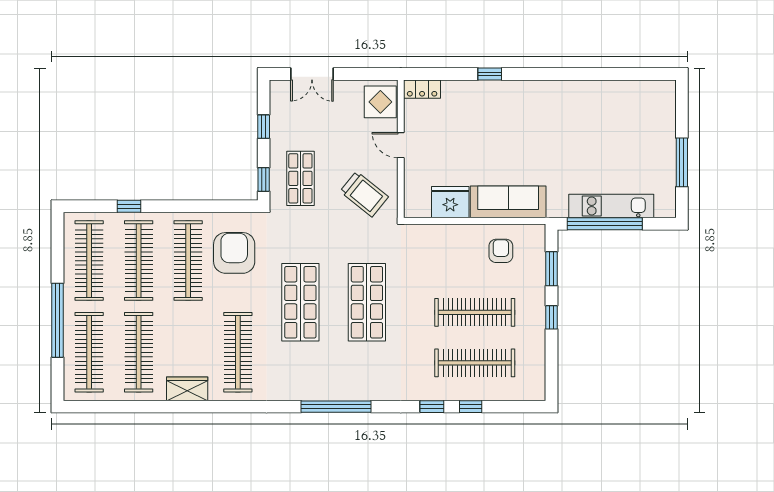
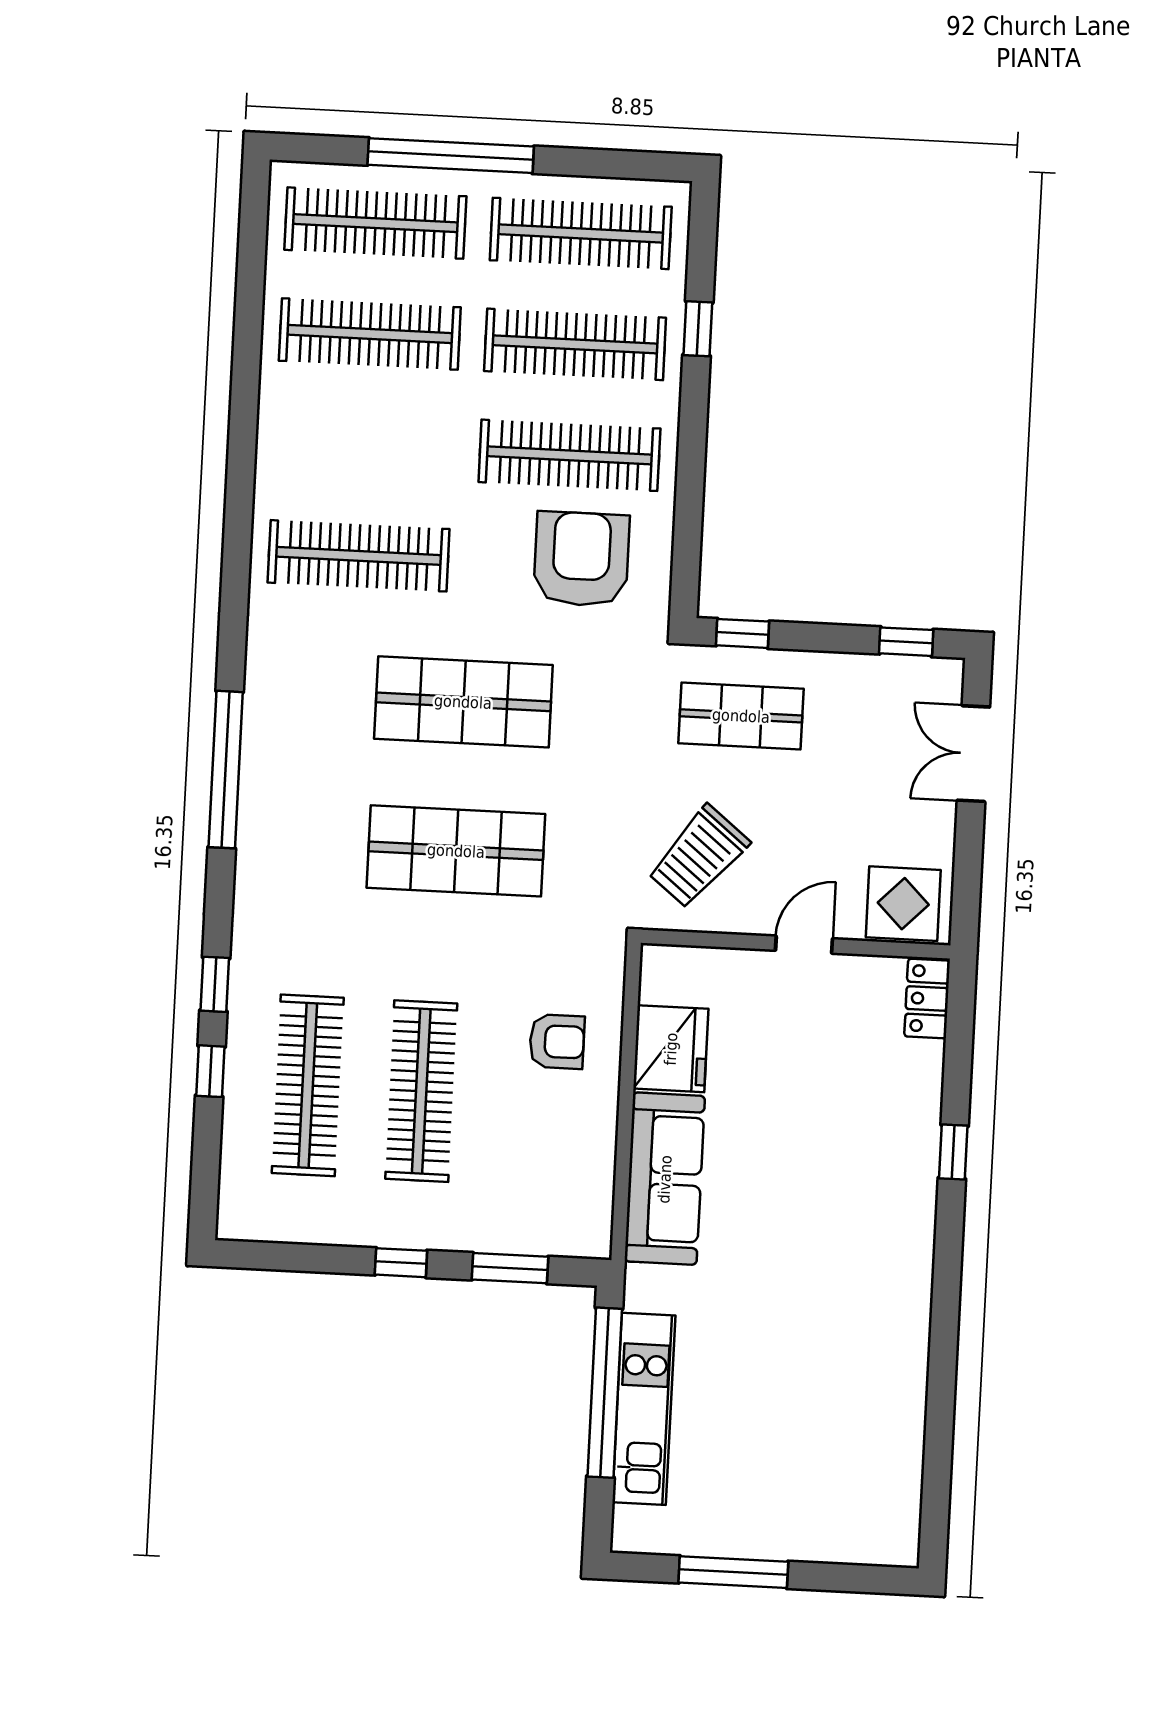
window: (264, 127) -> (906, 642), moved
armchair: (501, 251) -> (557, 1042), moved
armchair: (234, 253) -> (581, 559), turned -90
wardrobe: (187, 389) -> (282, 438), removed

